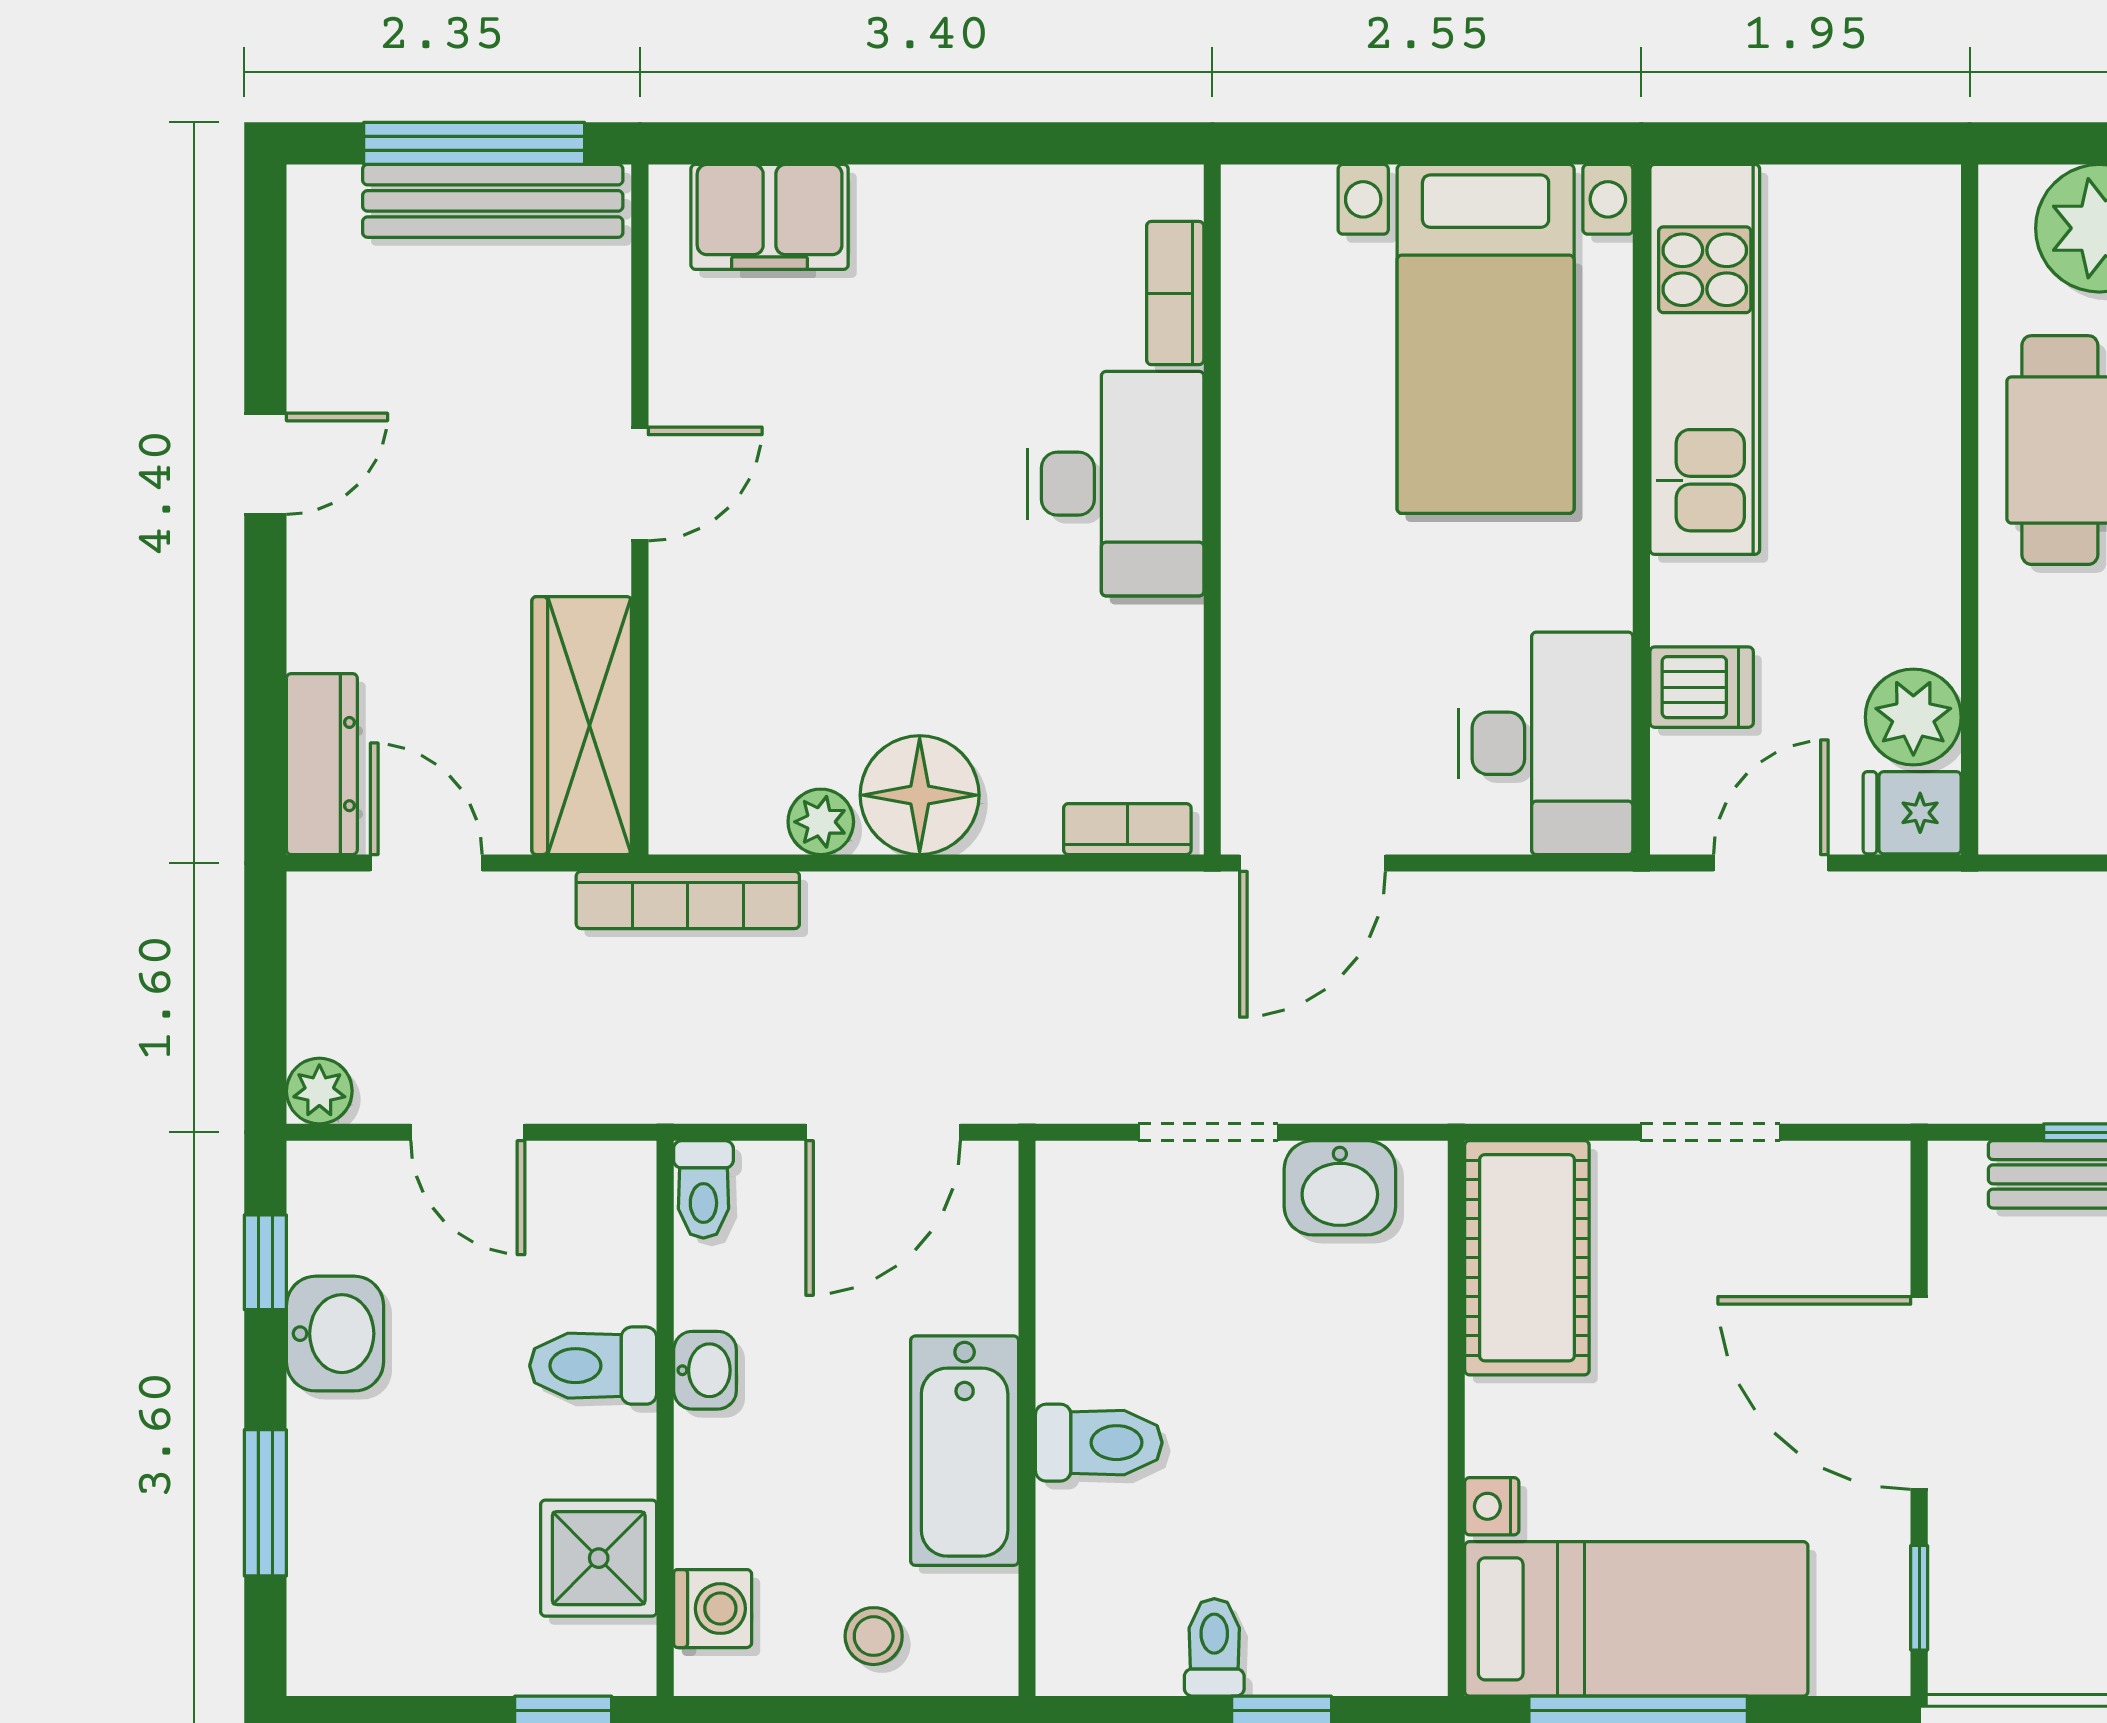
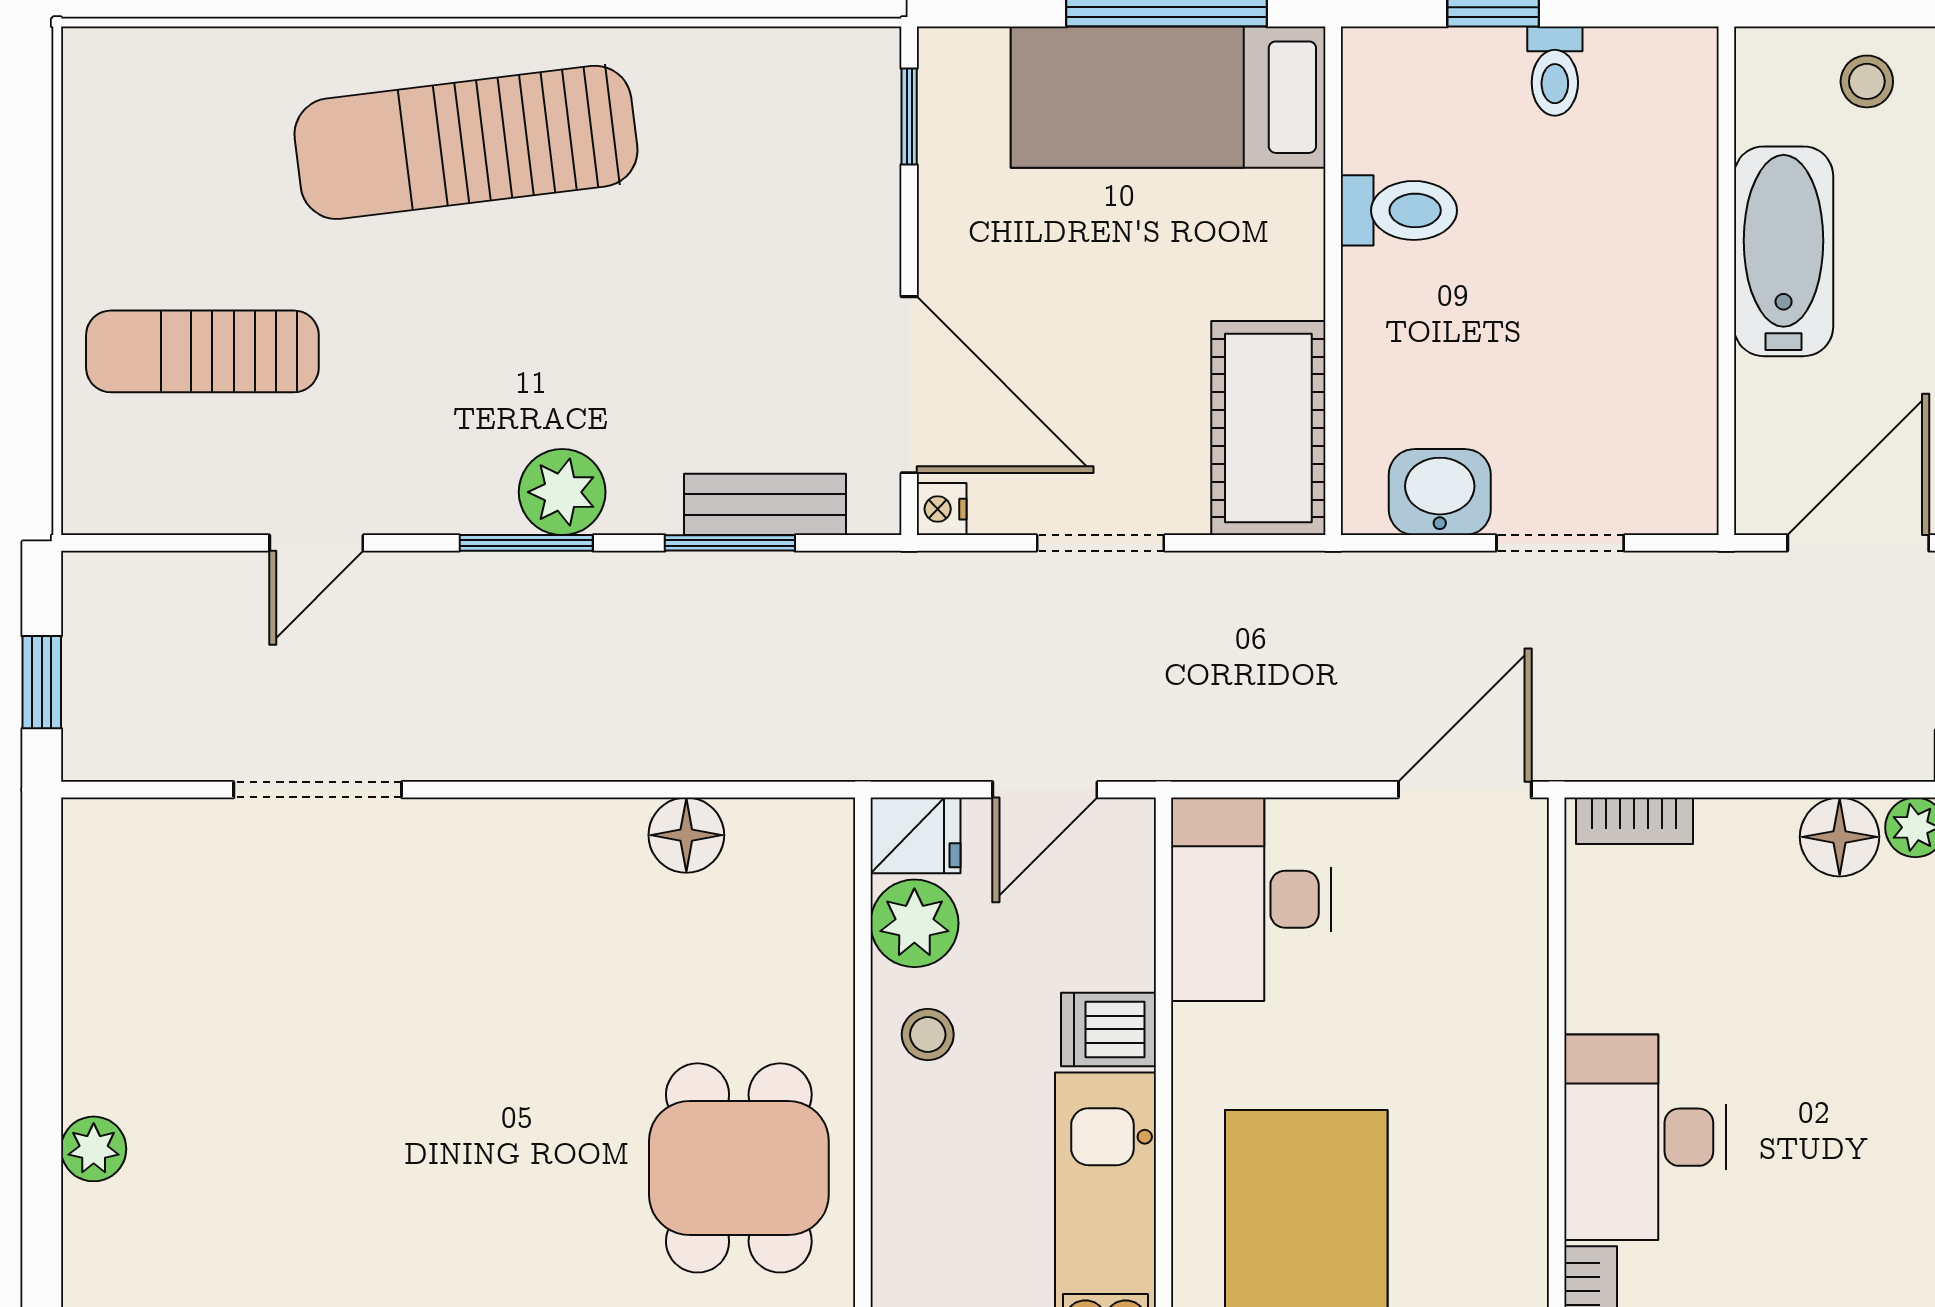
stool: (1899, 596) -> (928, 1035), added
dishwasher: (1702, 687) -> (1108, 1029), moved
floor lamp: (920, 795) -> (1840, 837), width x0.73, depth x0.73
door: (1919, 1393) -> (909, 385), moved
toilet: (1099, 1443) -> (1399, 210), moved, turned 180
nightstand: (1492, 1506) -> (942, 509), moved, turned 180

